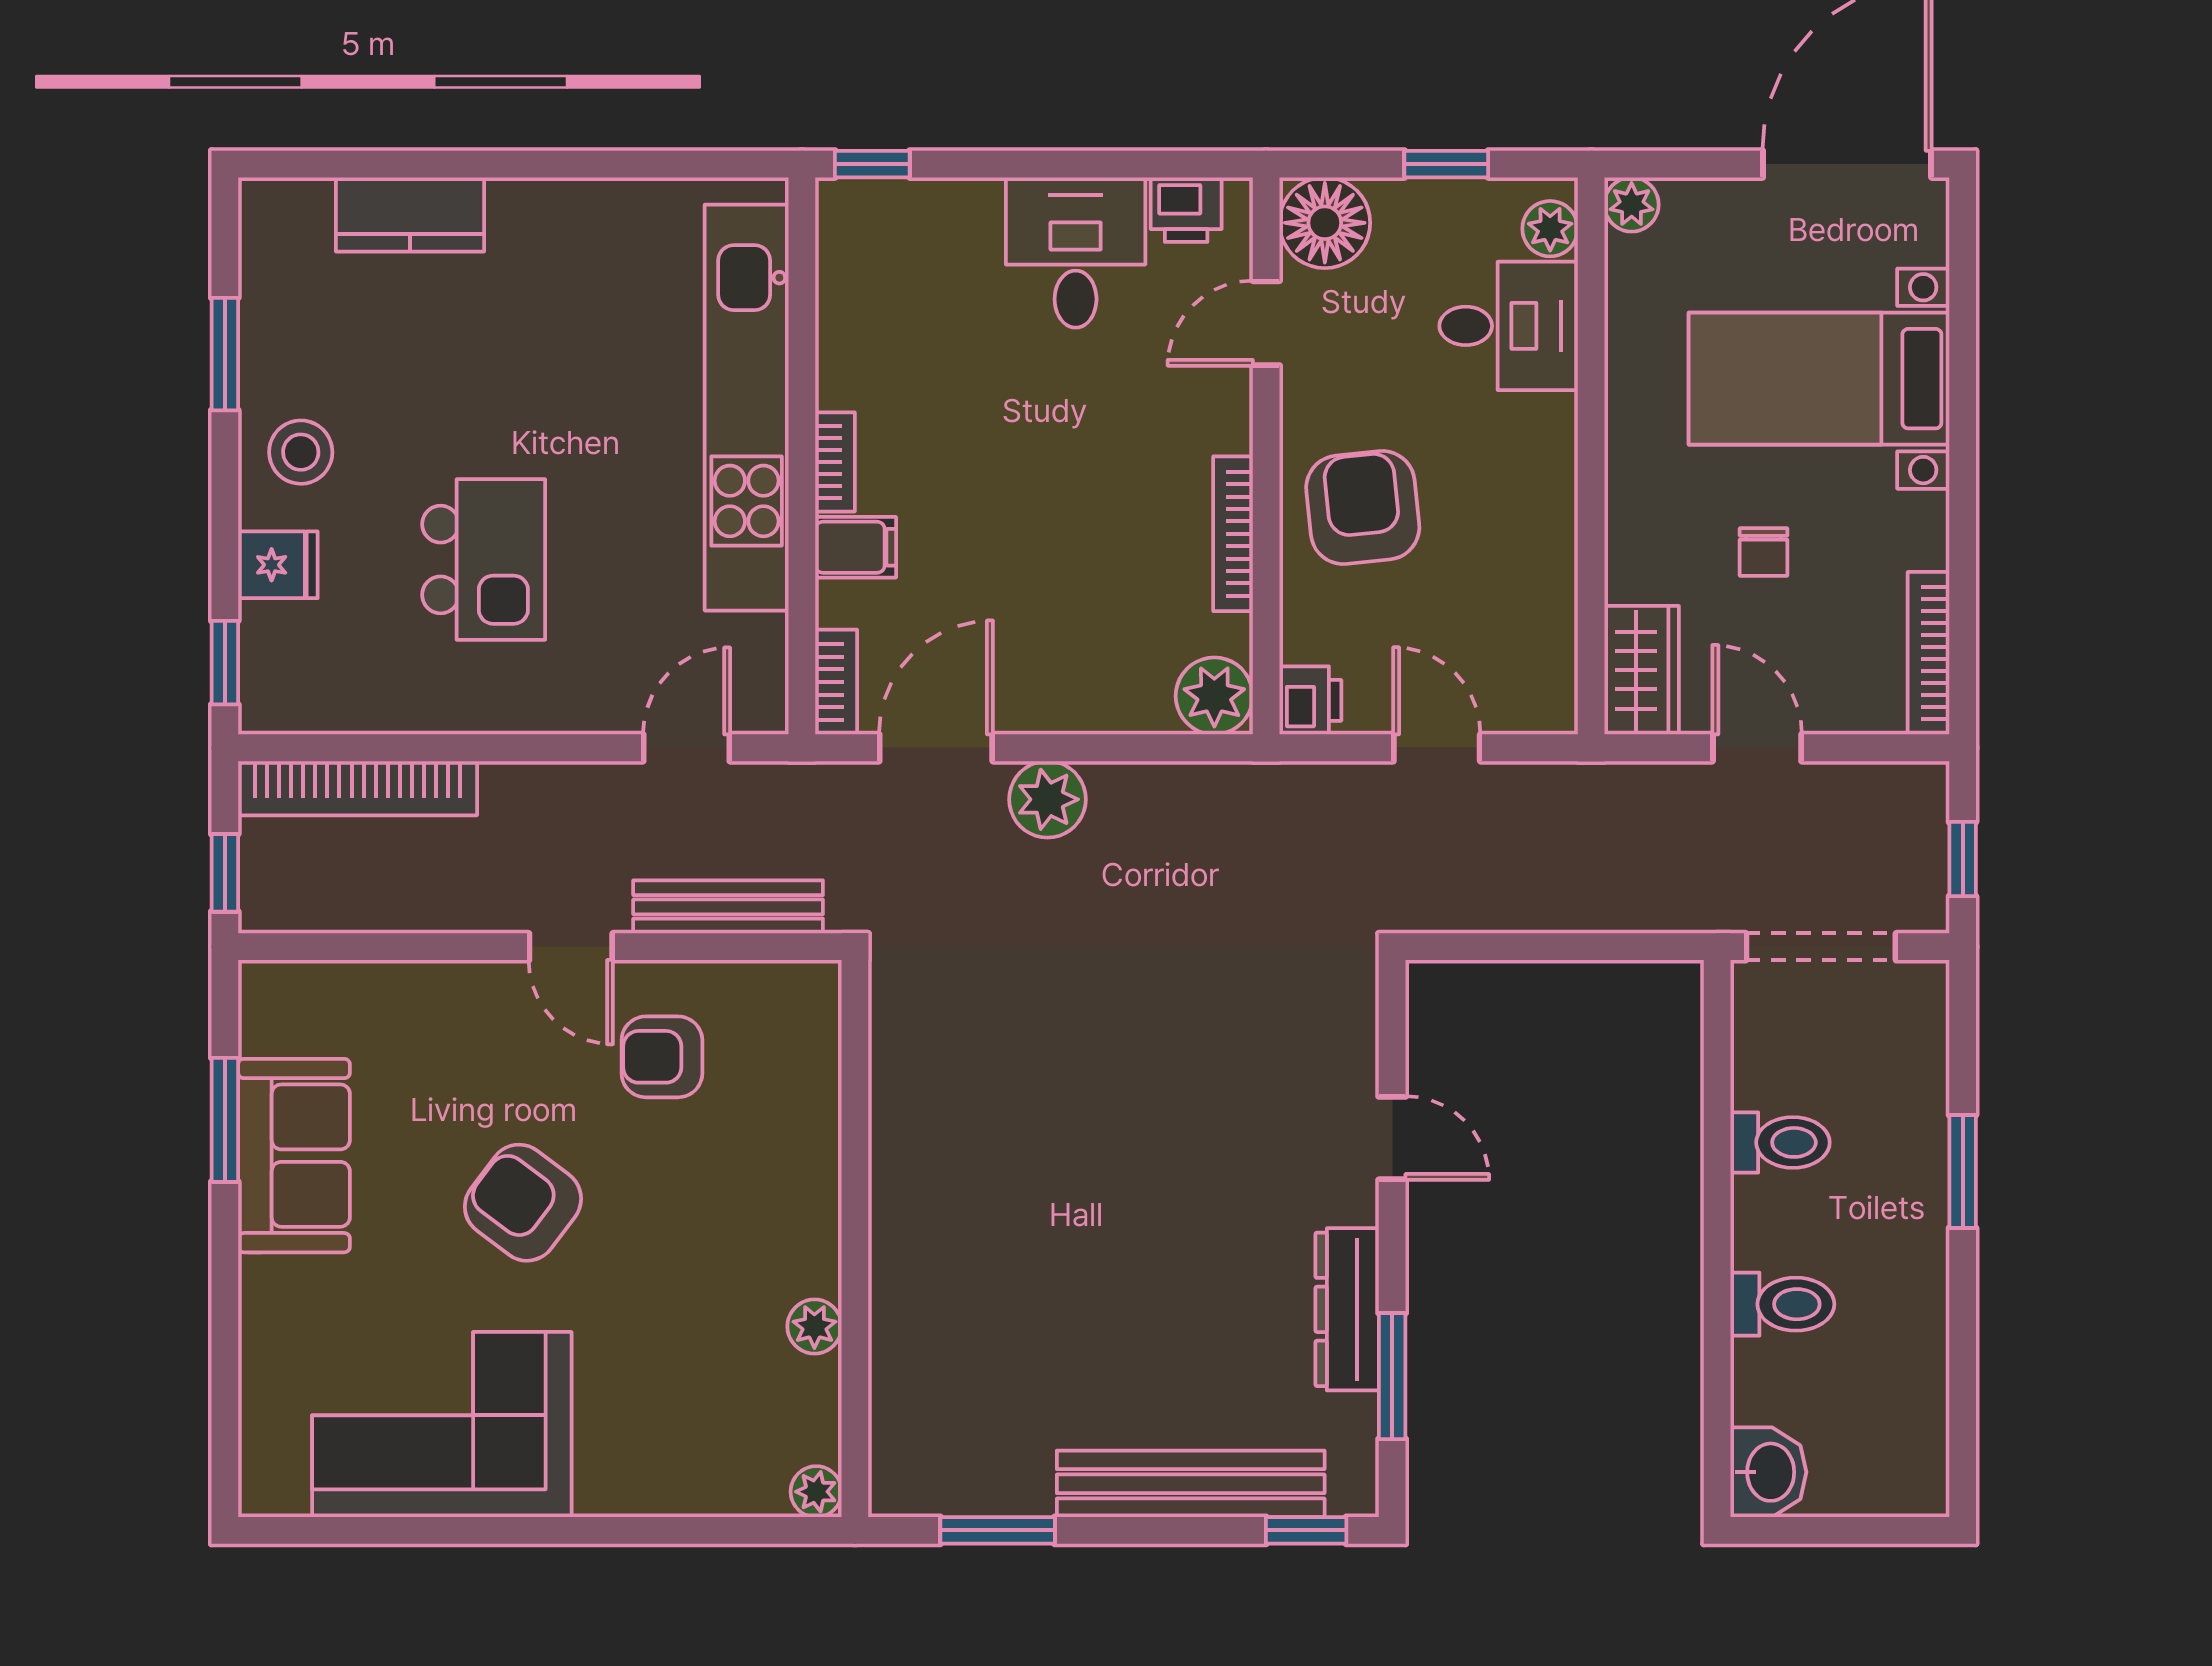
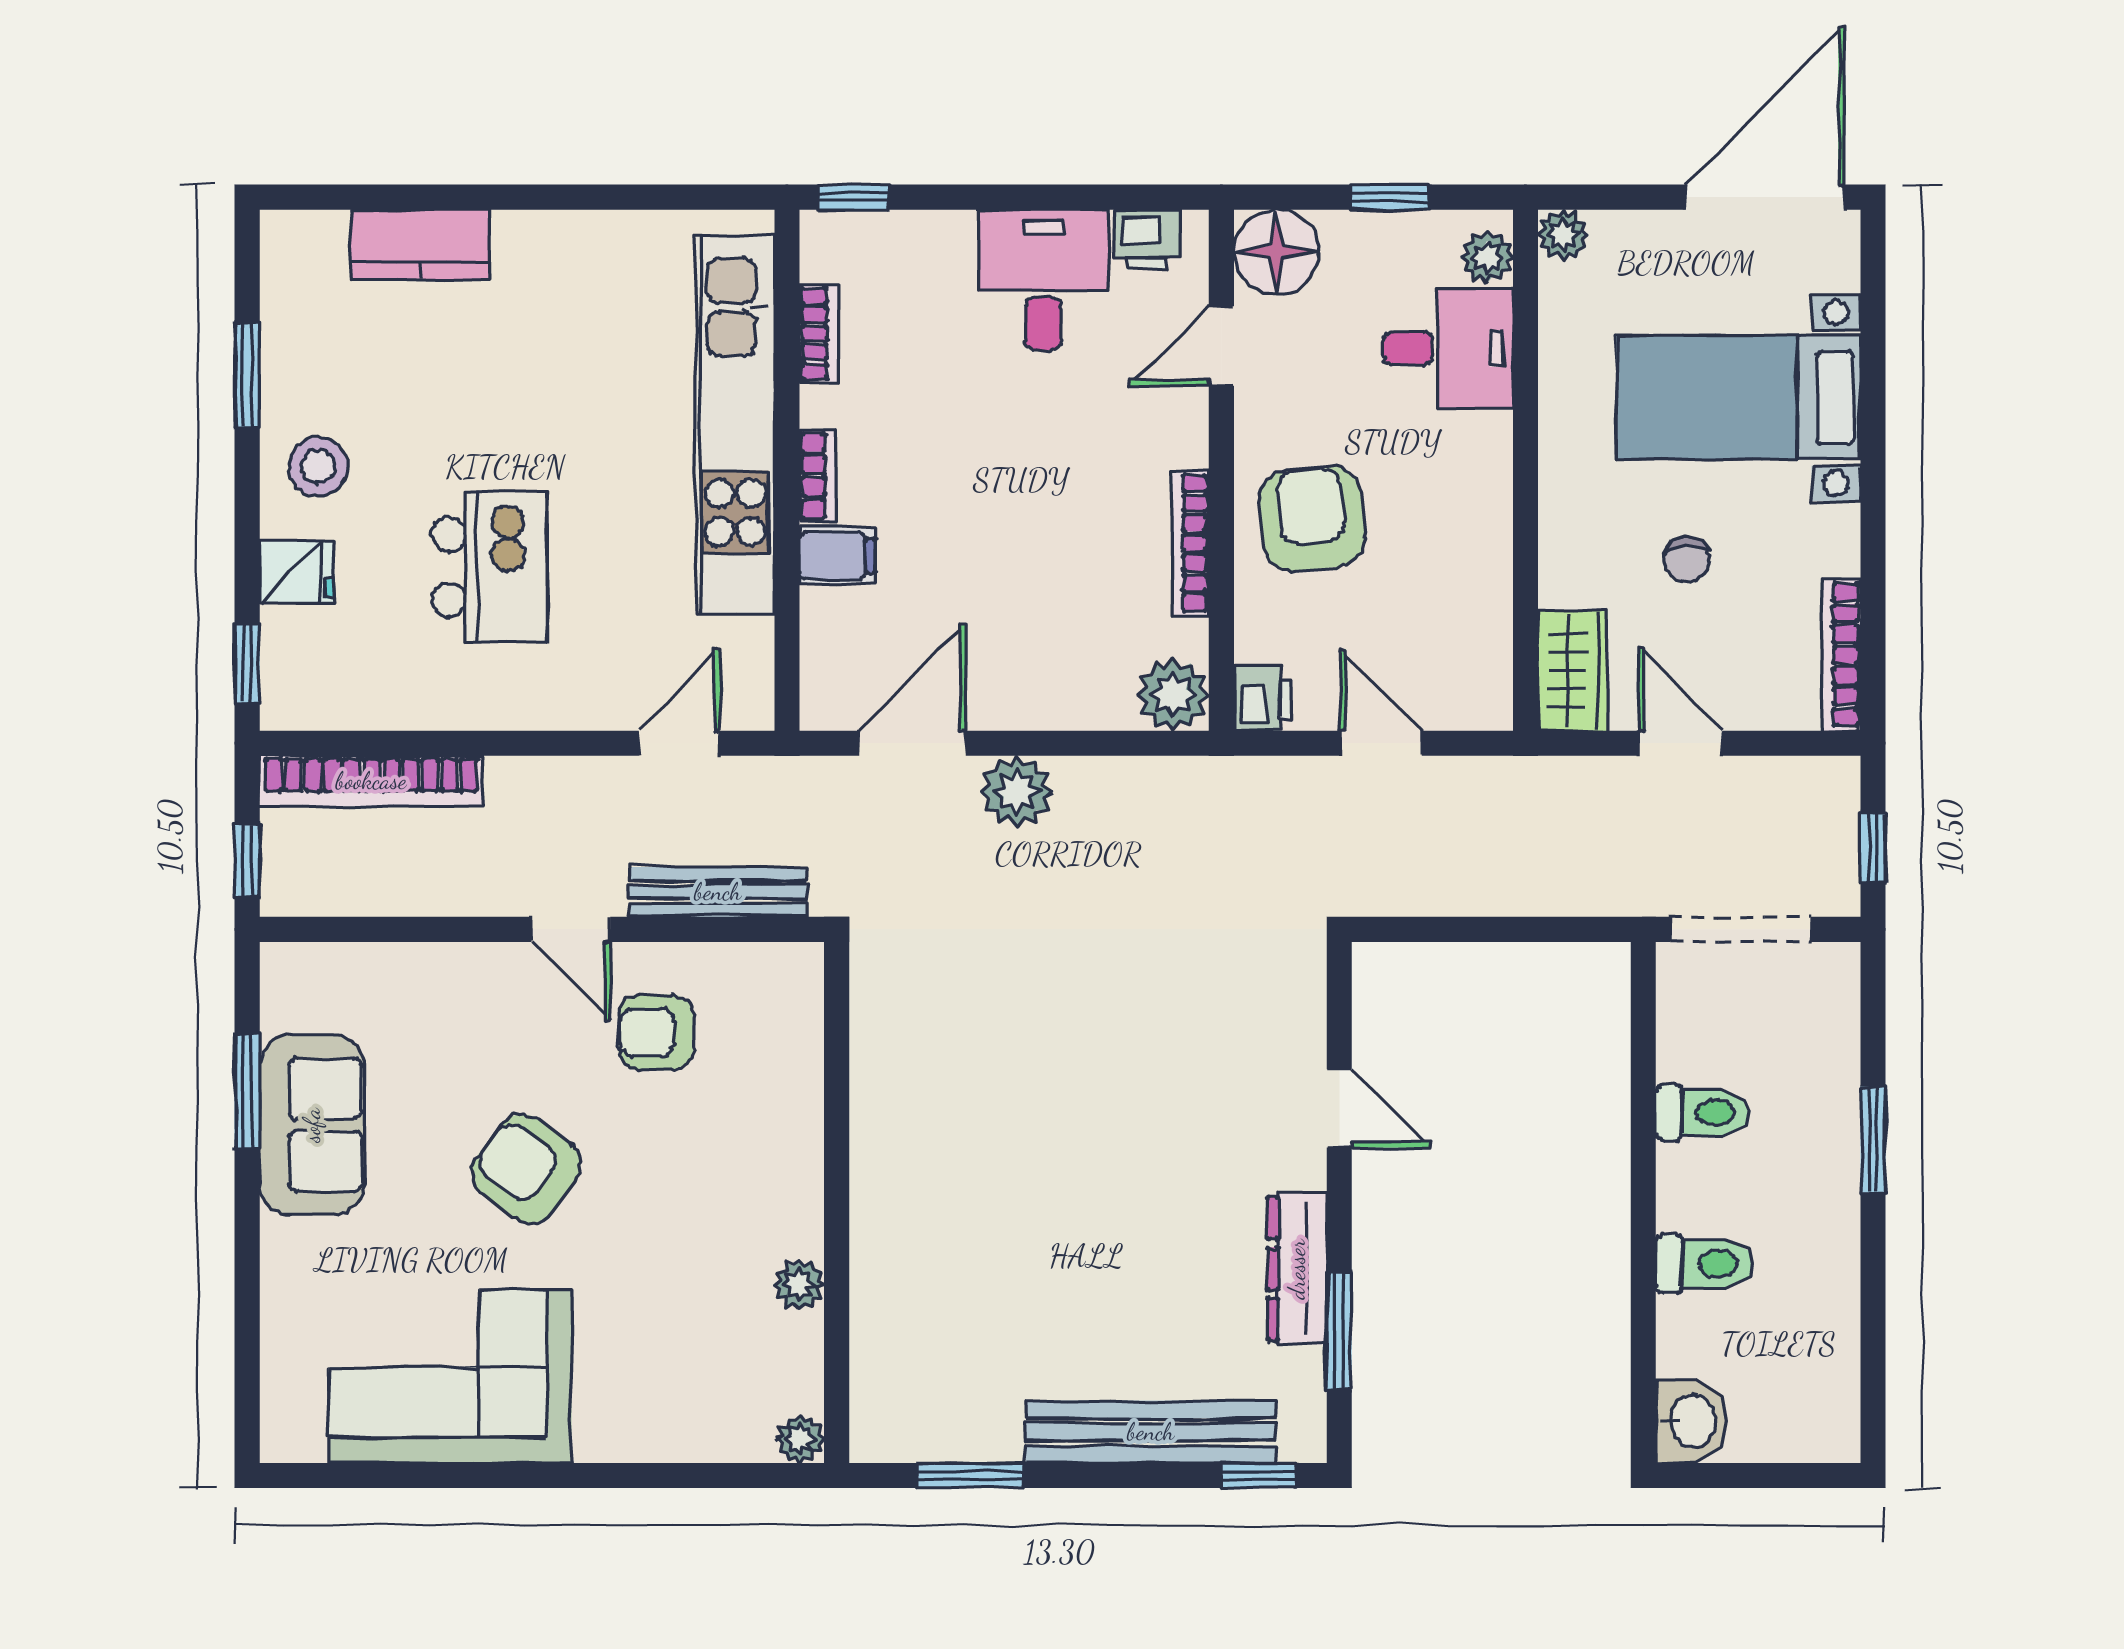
bookcase: (836, 682) -> (819, 333), moved

